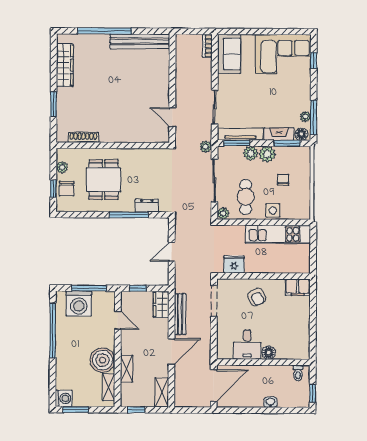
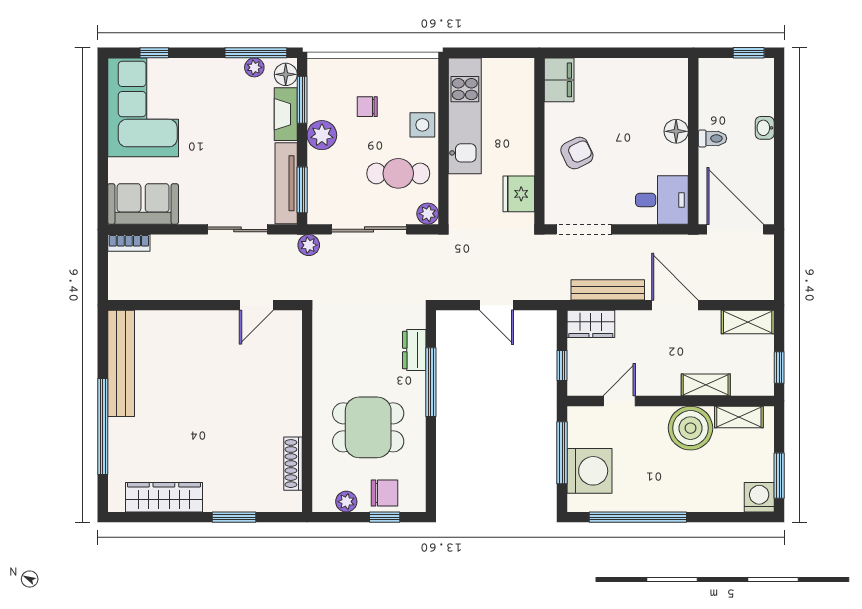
plant: (251, 153) -> (320, 165), removed
desk: (247, 345) -> (662, 200), moved
toilet: (298, 373) -> (712, 138), moved

